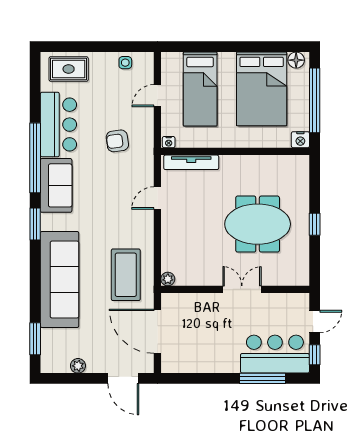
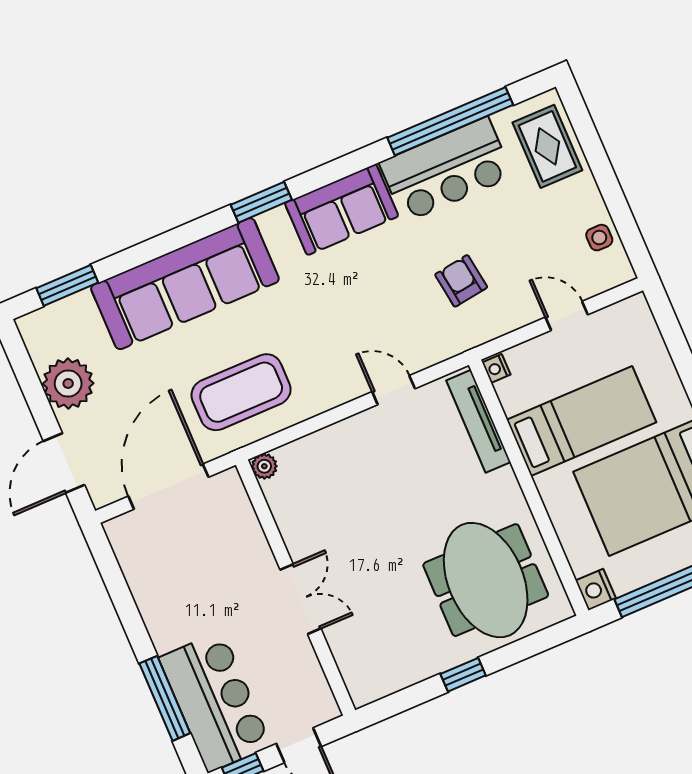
bed: (200, 89) -> (581, 421), moved, turned 180
window: (35, 158) -> (450, 121), moved
meeting table: (258, 224) -> (486, 580), moved
plant: (78, 366) -> (68, 383), width x1.88, depth x1.88

